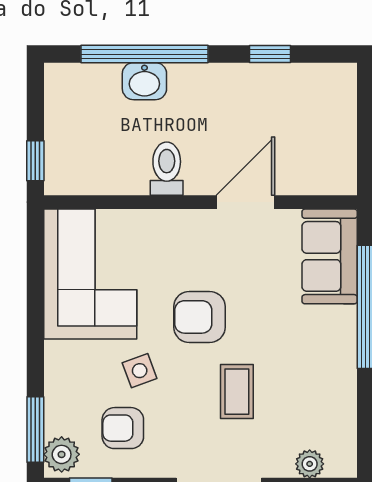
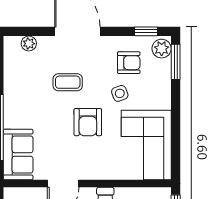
armchair: (199, 317) -> (88, 122), turned 90
coffee table: (237, 392) -> (68, 82), turned 90

